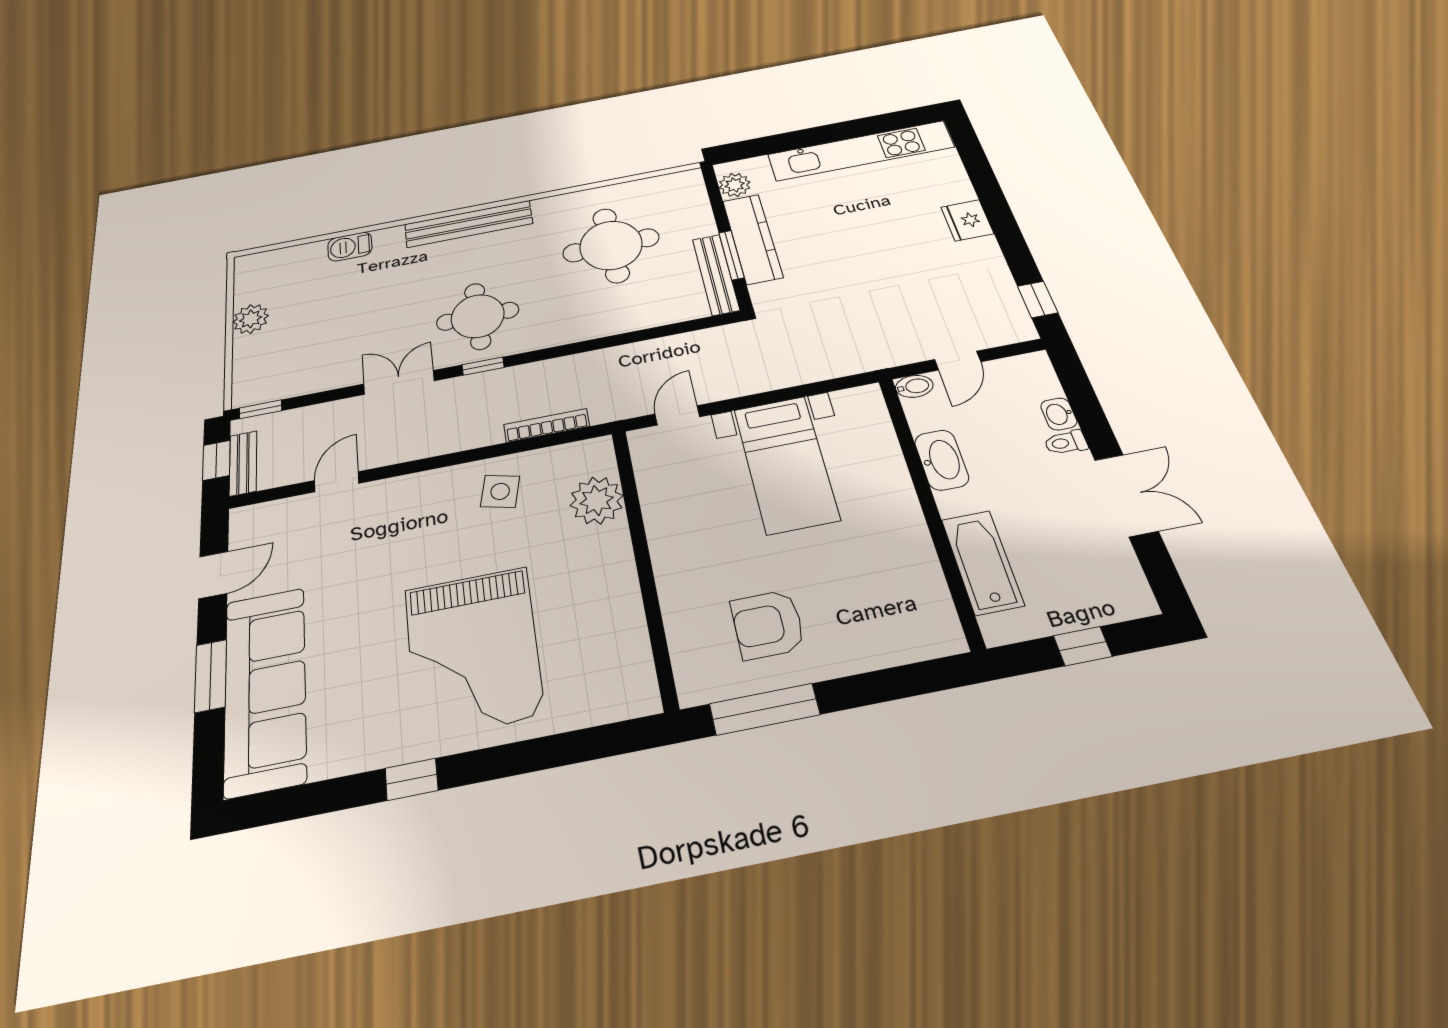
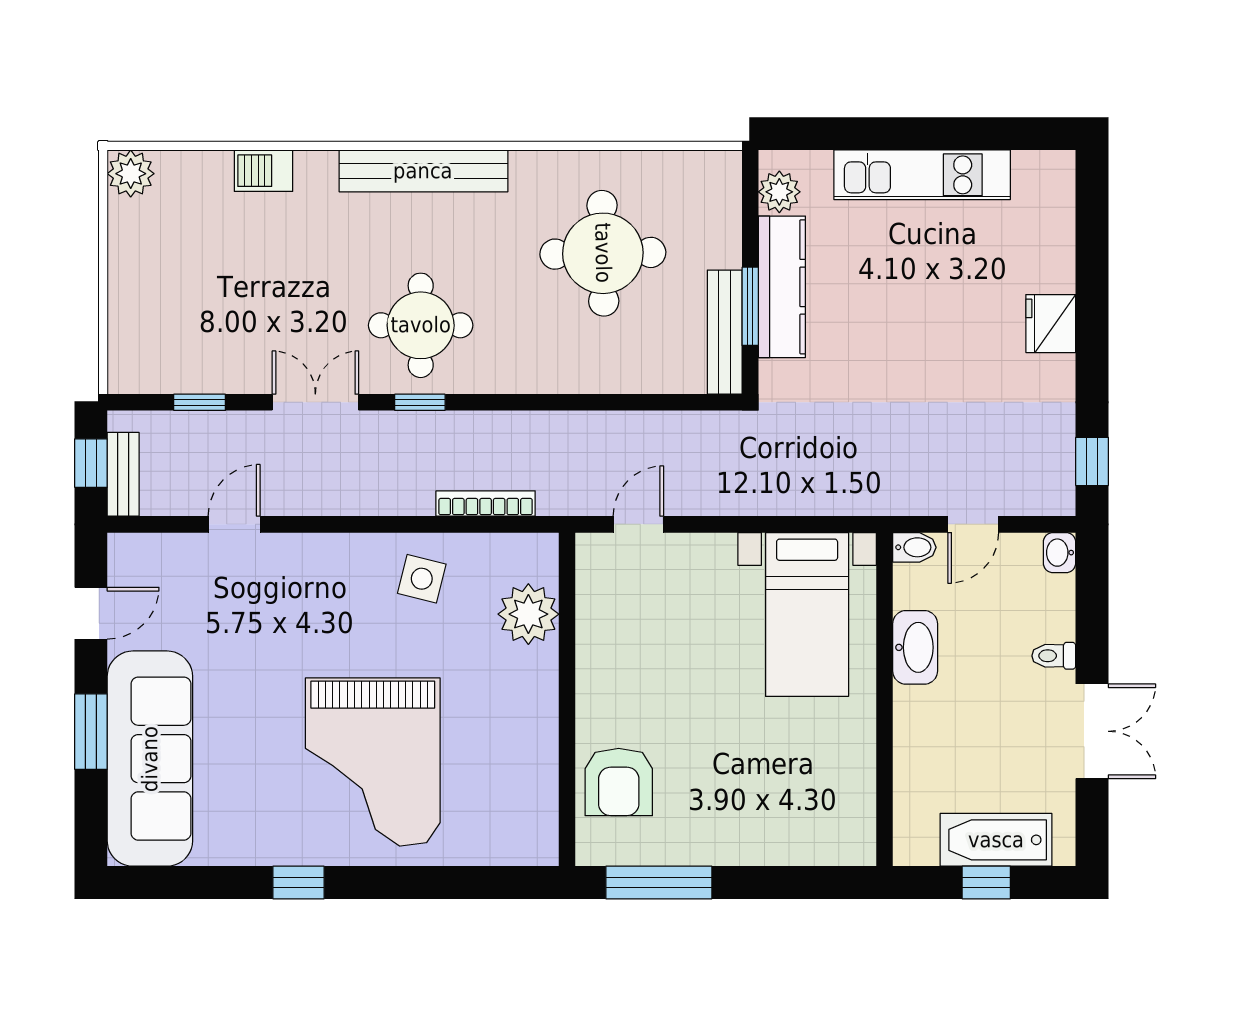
kitchen unit: (861, 151) -> (922, 175), width x0.73
plant: (251, 319) -> (131, 174), moved
window: (261, 409) -> (200, 402), moved
washbasin: (1059, 414) -> (1060, 553), moved
bed with nightstands: (786, 464) -> (807, 614), moved
bathtub: (982, 562) -> (996, 840), moved, turned -90
armchair: (768, 625) -> (619, 782), moved, turned -90

